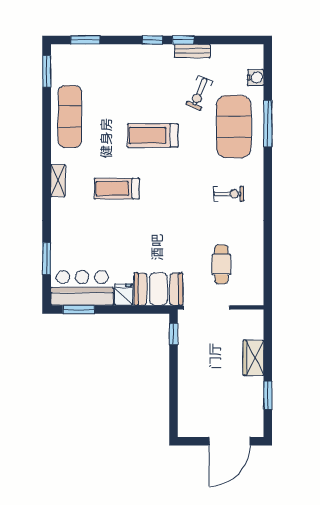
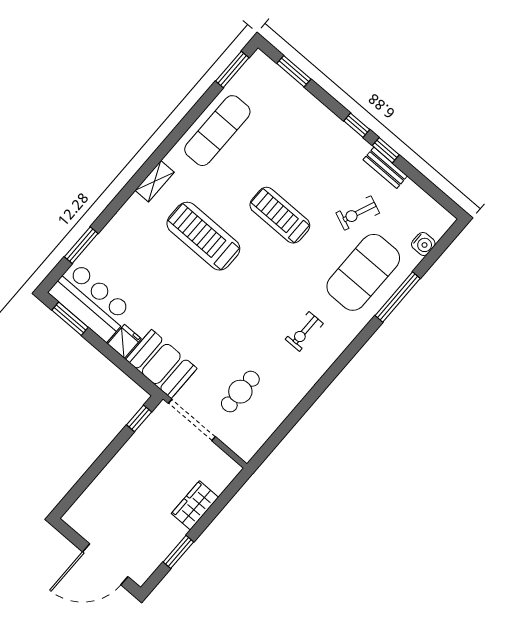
treadmill: (117, 189) -> (203, 236), width x1.37, depth x1.38
exercise bike: (229, 194) -> (304, 331), turned 90

